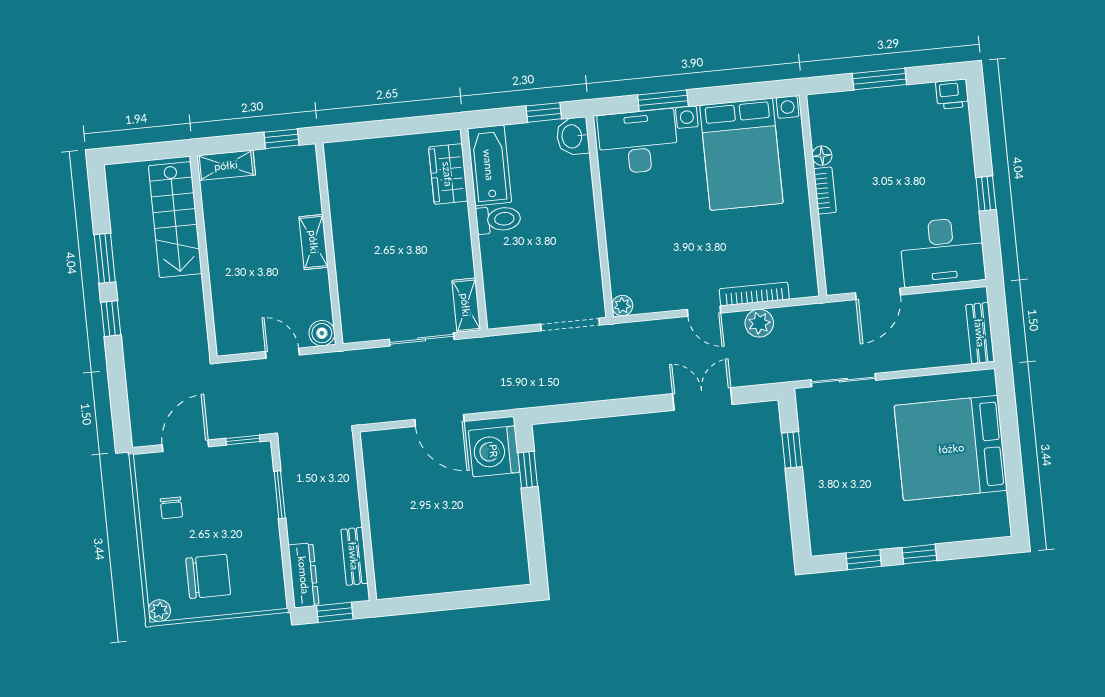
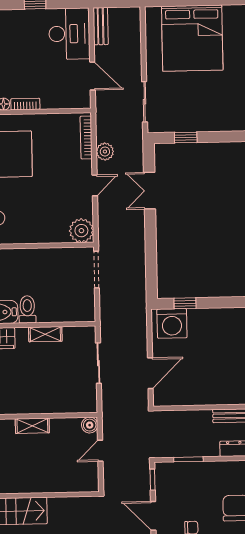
bookcase: (754, 294) -> (86, 137), moved
shelving: (466, 305) -> (45, 334), moved
plant: (622, 306) -> (81, 231), width x1.88, depth x1.88
bench: (980, 333) -> (101, 26), moved, turned 90
door: (440, 420) -> (150, 373), moved

